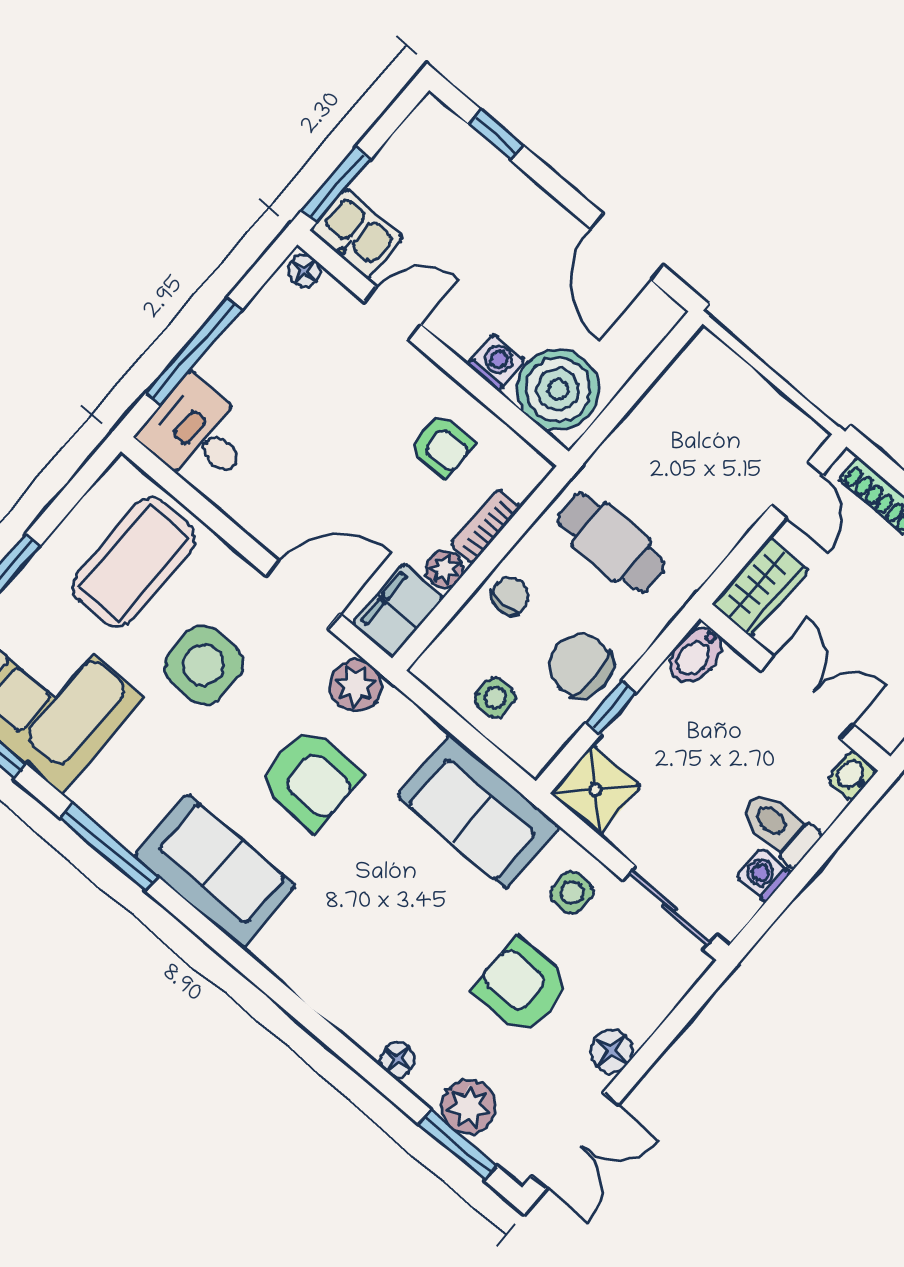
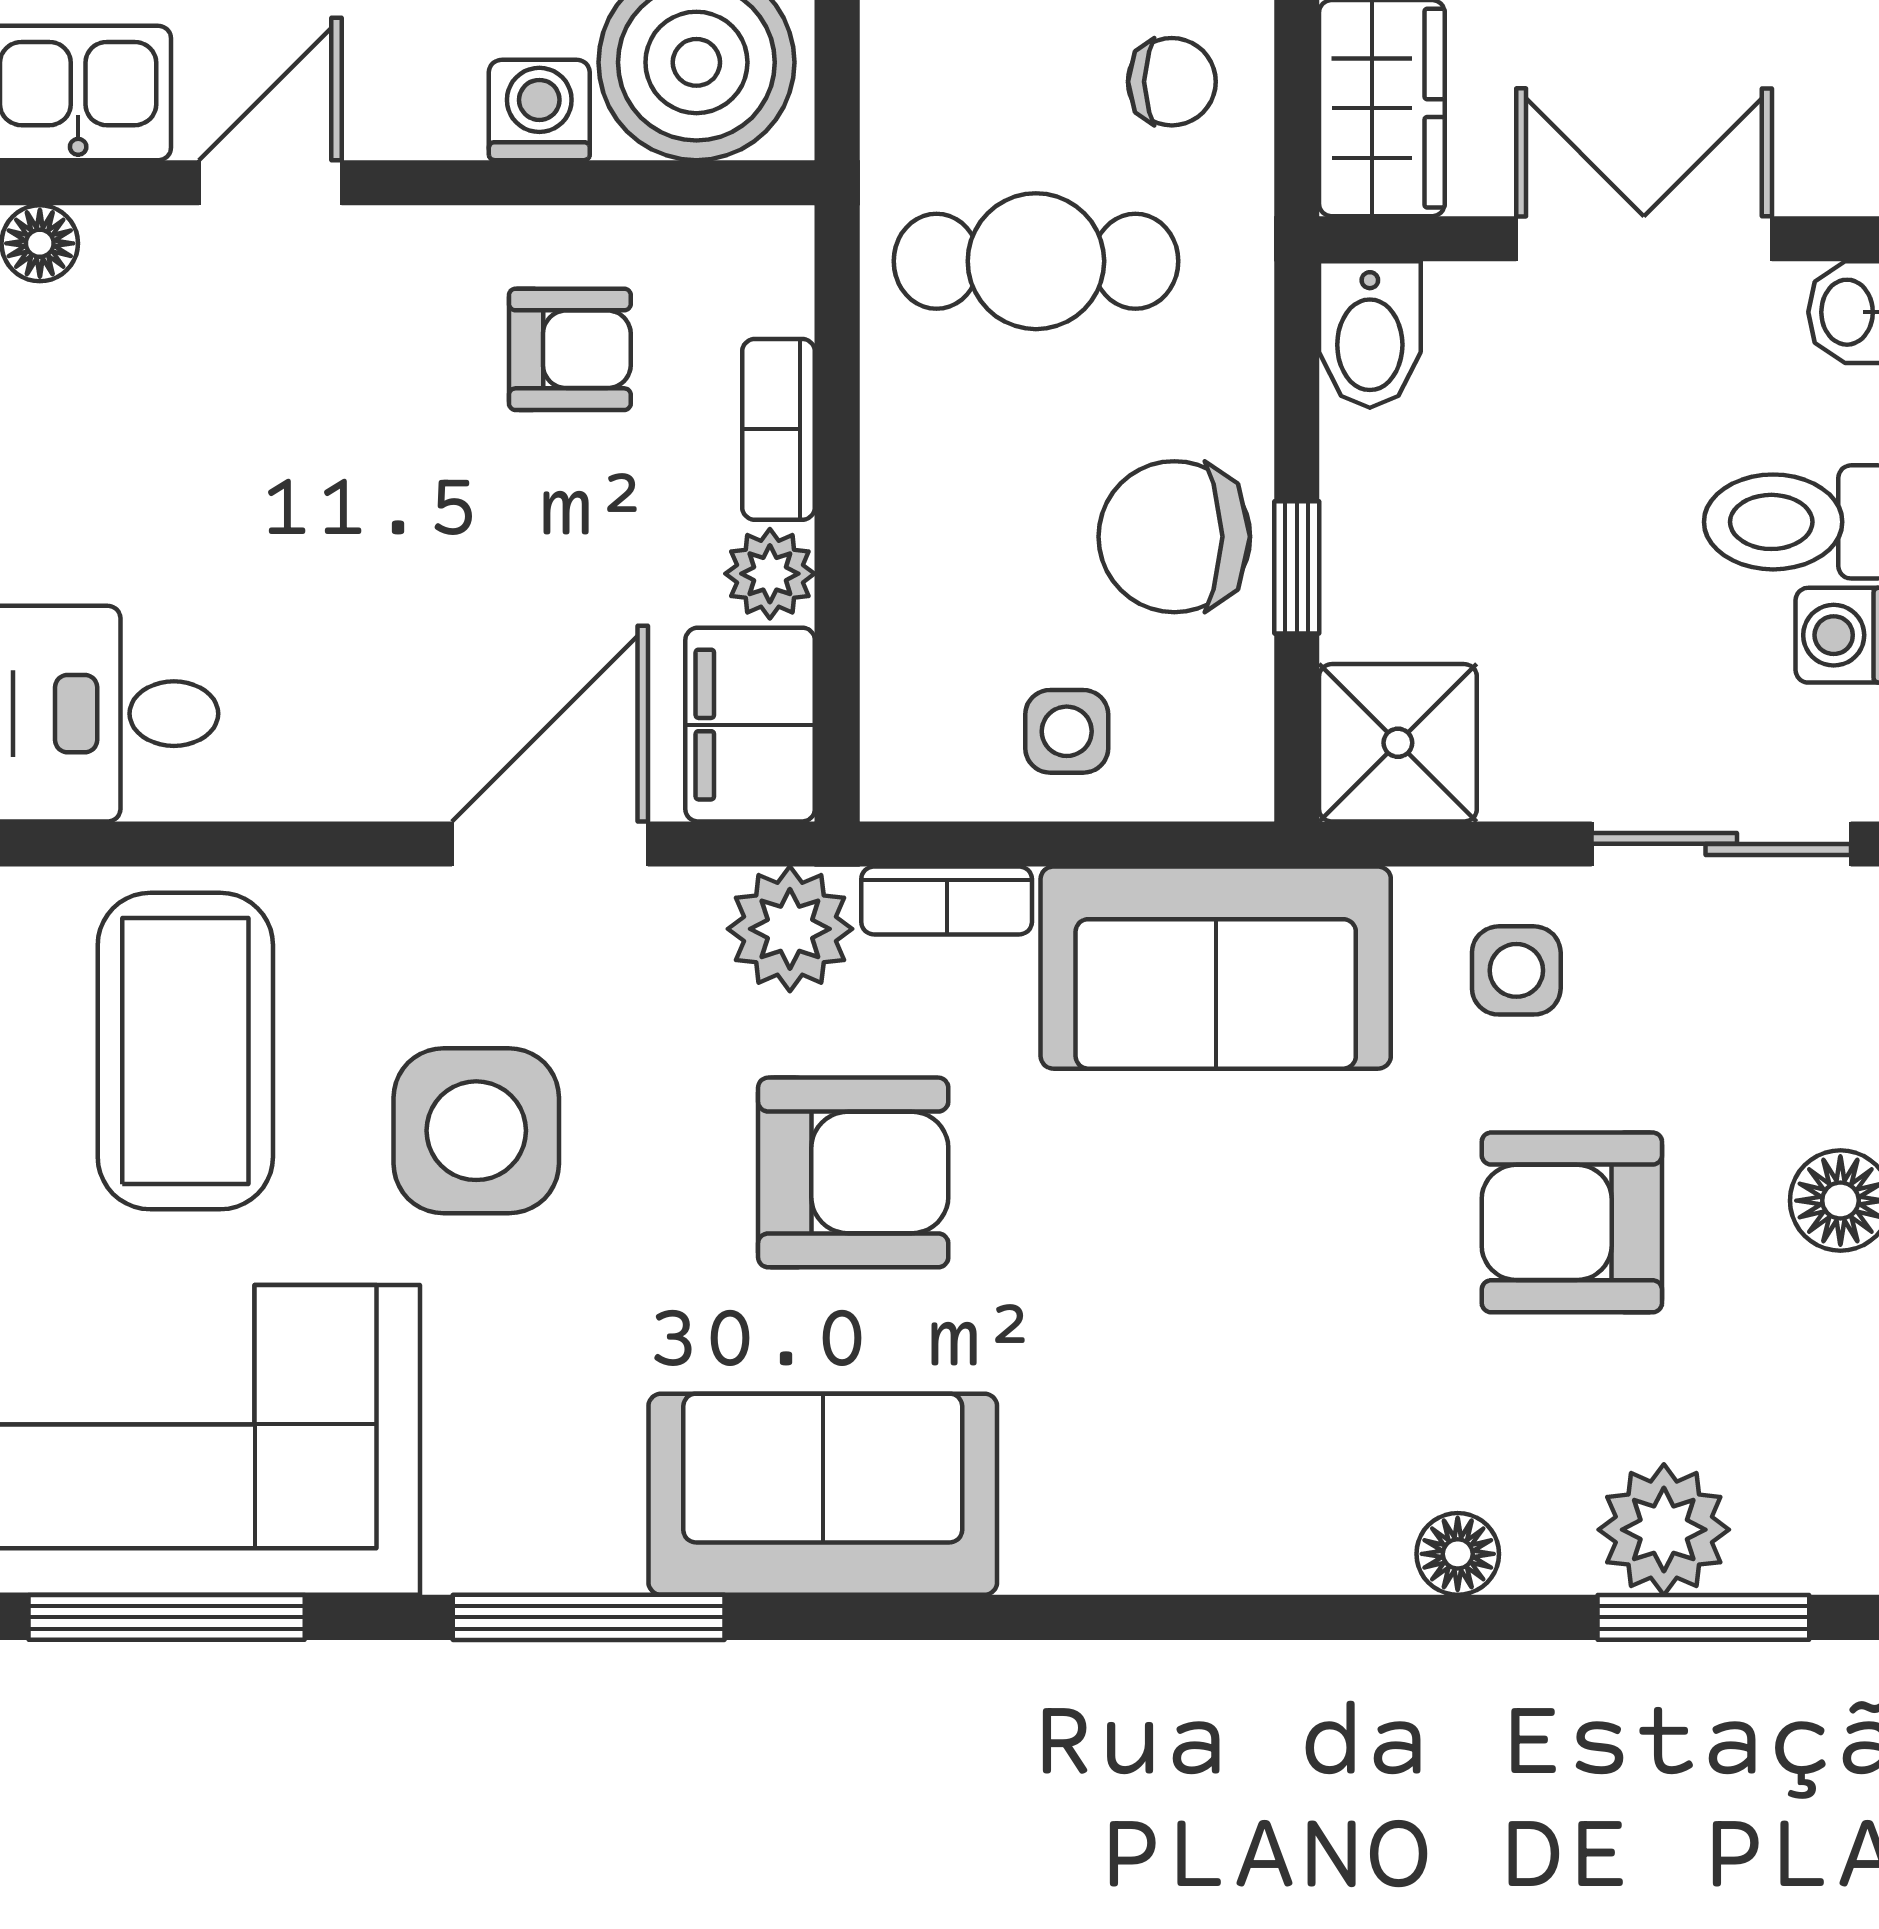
chair: (510, 596) -> (1172, 82), moved, turned 90
bookcase: (412, 719) -> (947, 900), added

